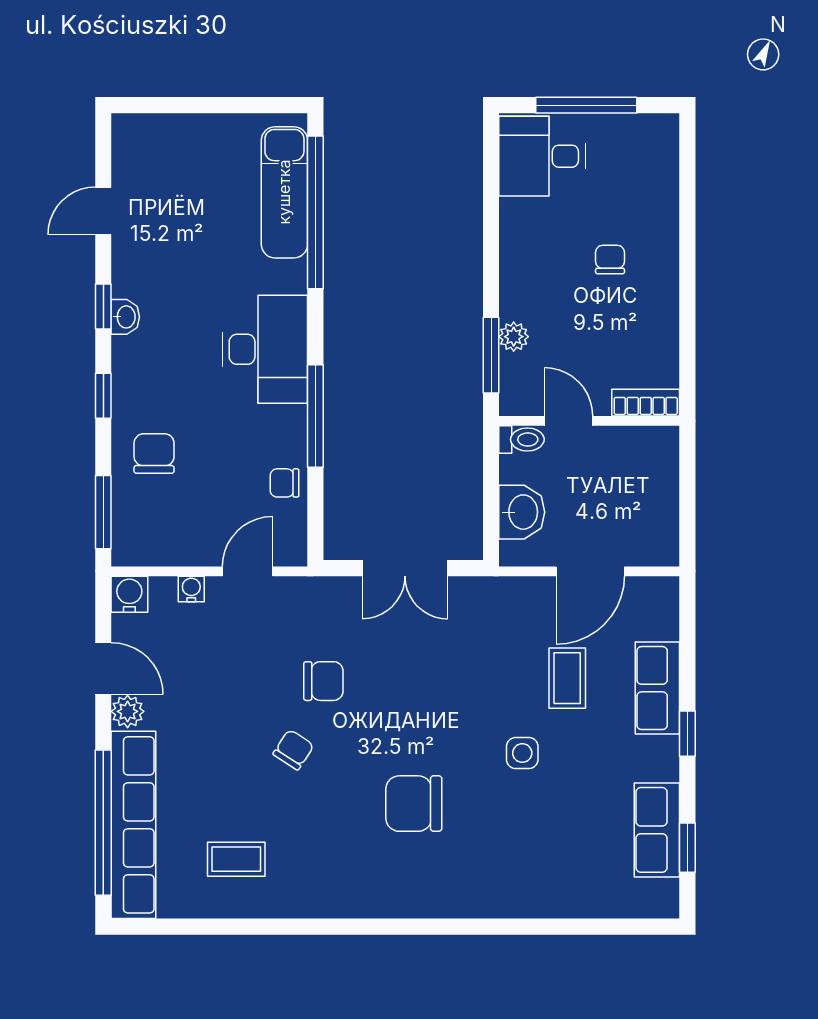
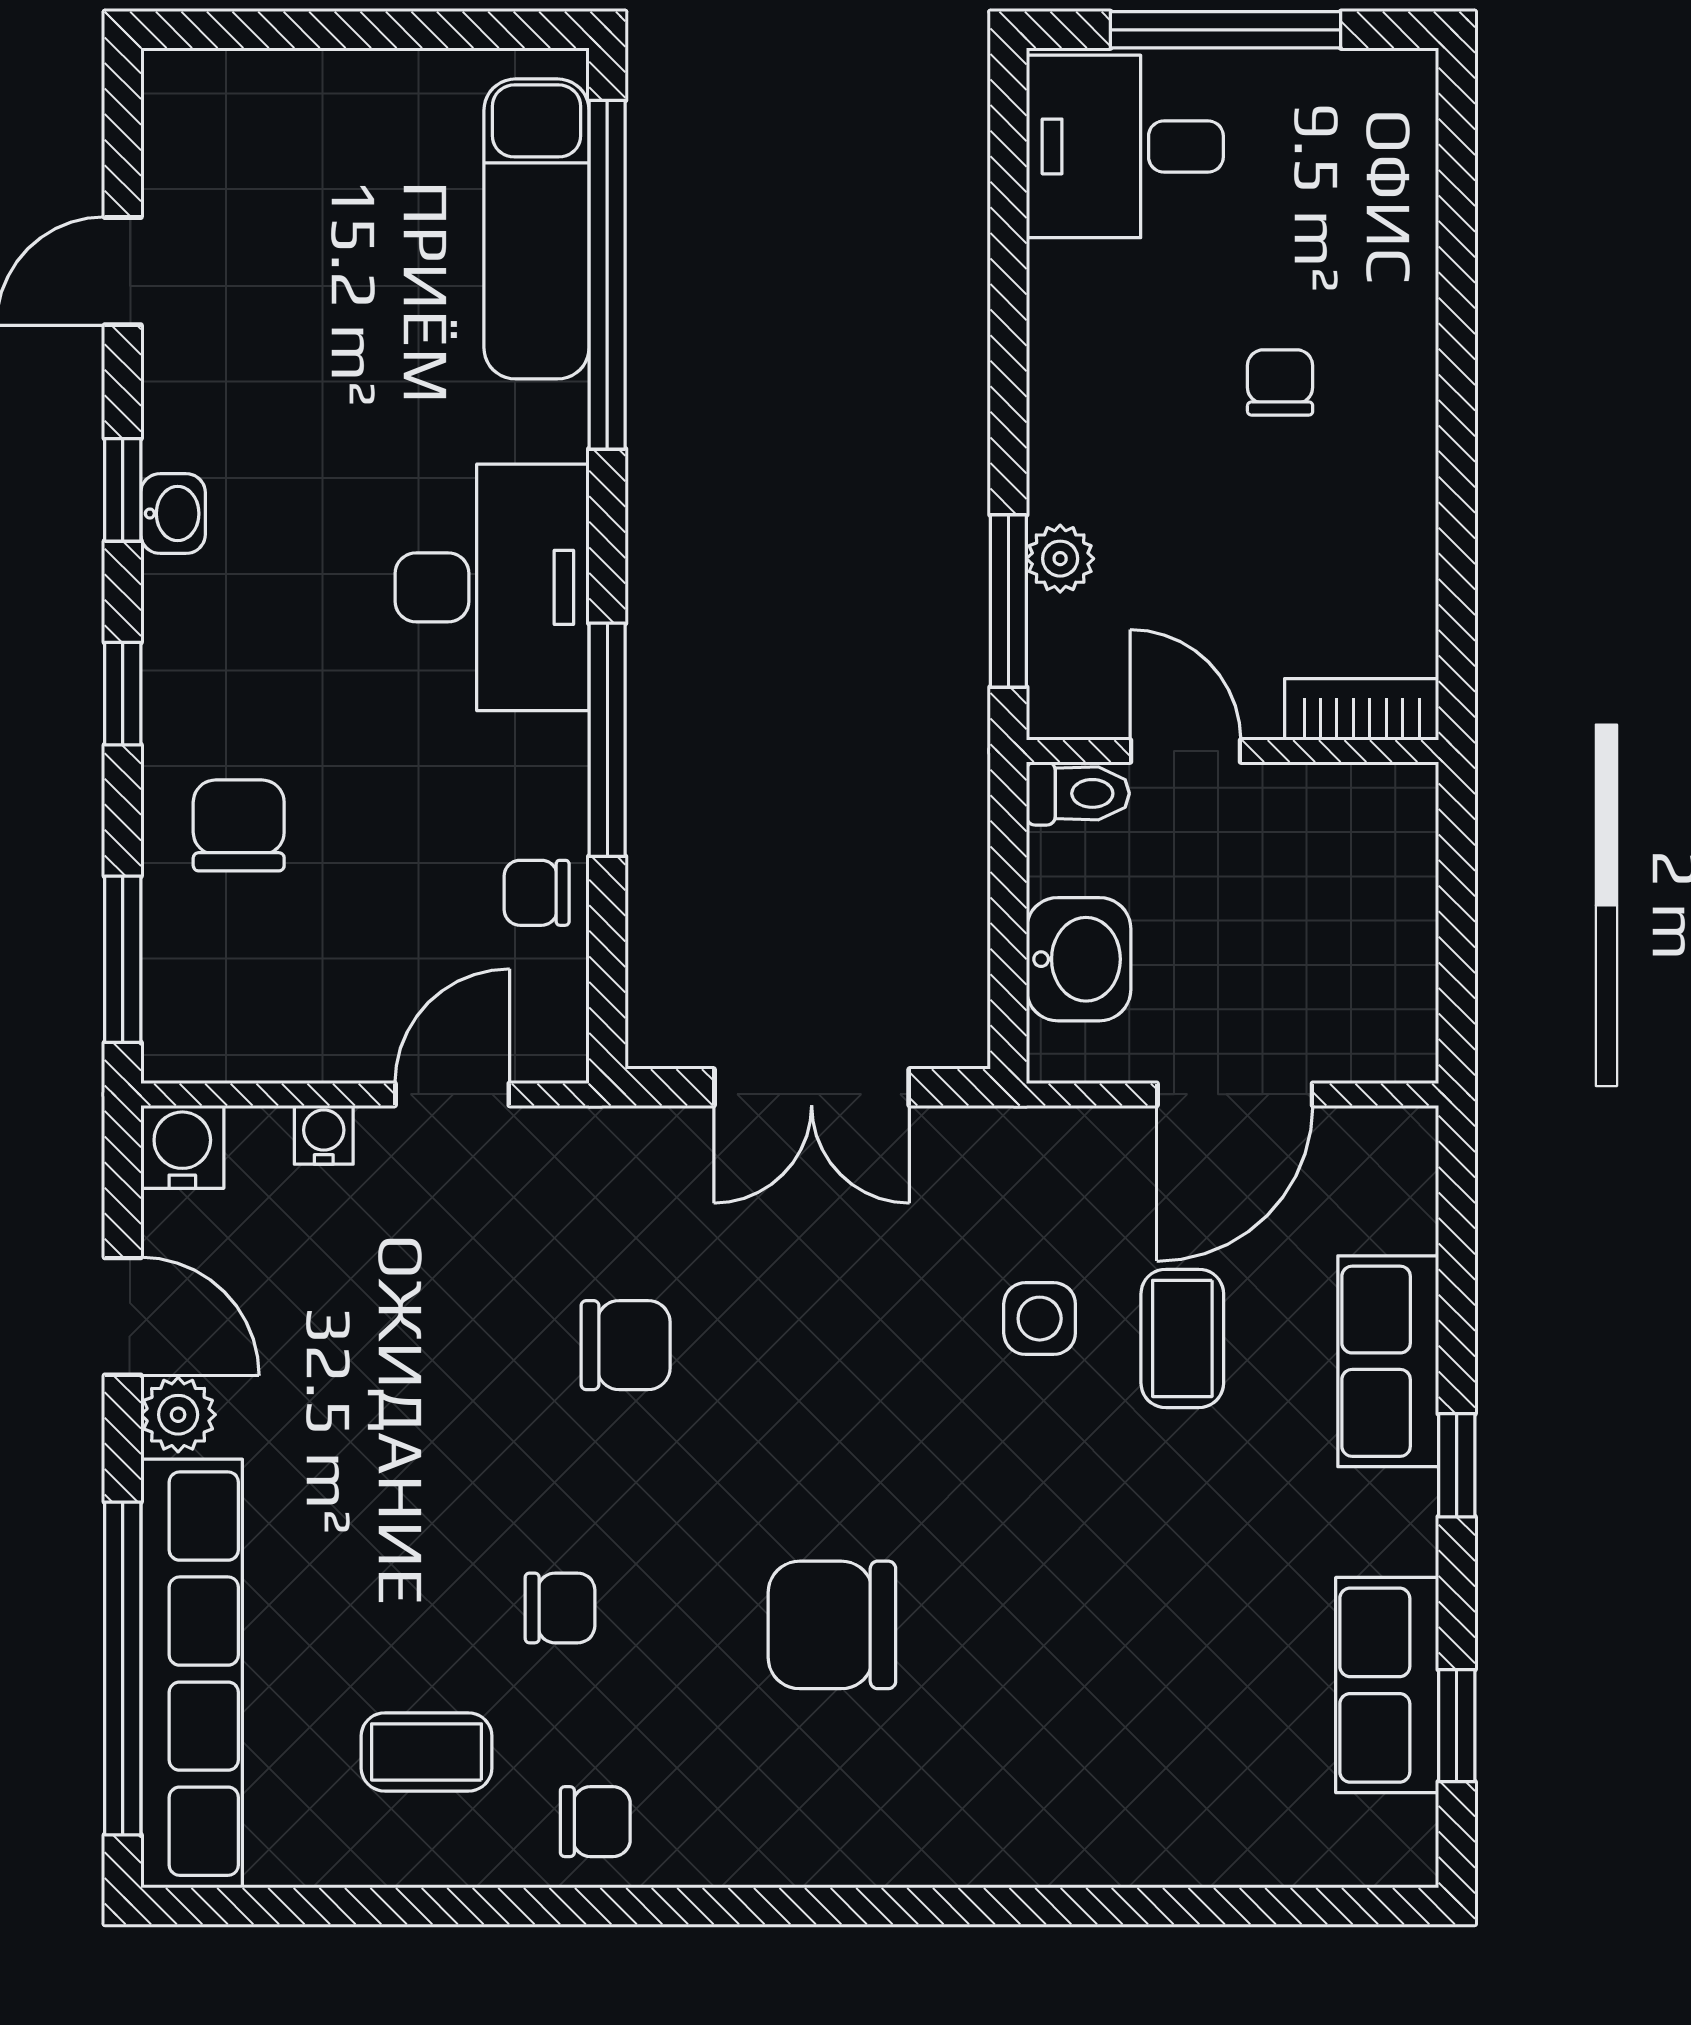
chair: (293, 750) -> (560, 1608), moved, turned 57
side table: (522, 753) -> (1040, 1319), moved
chair: (310, 890) -> (595, 1822), added

